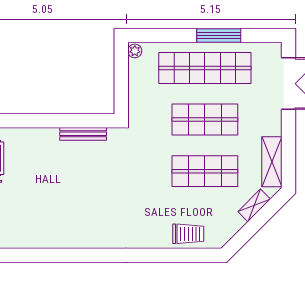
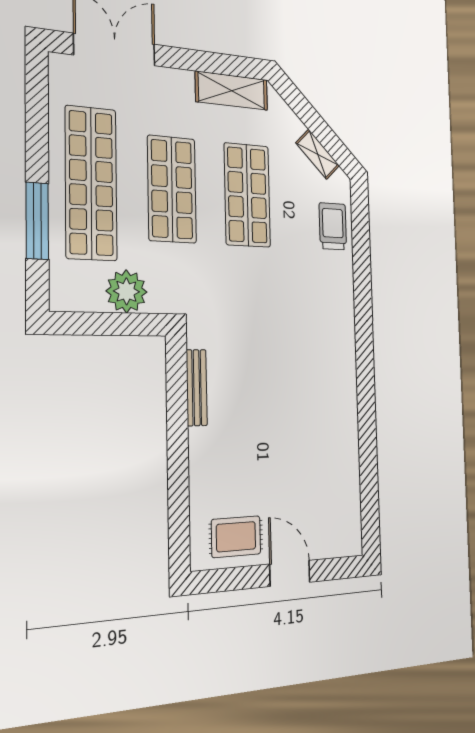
window: (219, 35) -> (37, 221), moved
plant: (135, 51) -> (126, 291), moved, width x1.88, depth x1.88
shelving: (254, 205) -> (318, 154), moved

